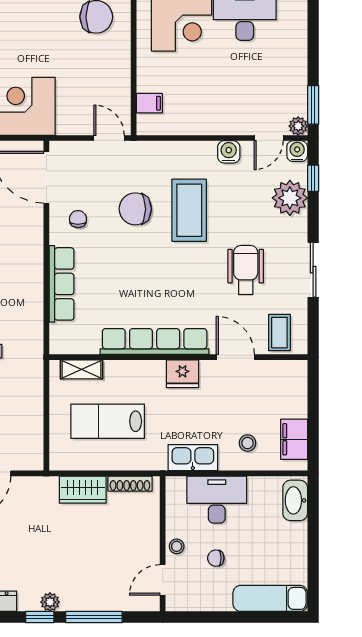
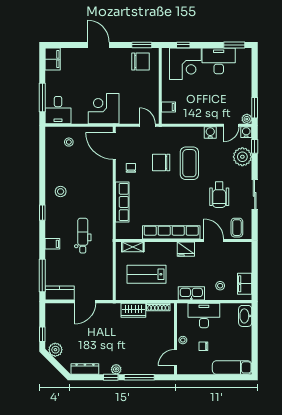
wheelchair: (246, 270) -> (219, 195), turned 180

